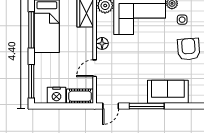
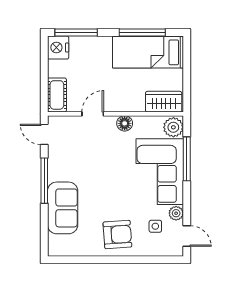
door: (95, 68) -> (93, 114), hinge flipped
nightstand: (56, 95) -> (58, 48), moved

